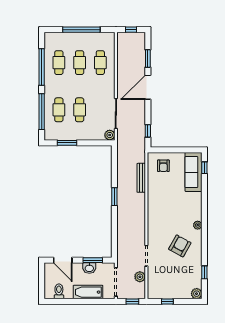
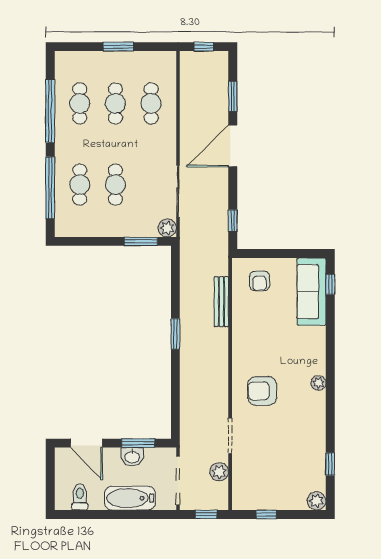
window: (81, 30) -> (118, 47), width x0.47
window: (67, 143) -> (141, 241), moved
armchair: (180, 246) -> (262, 391), moved, turned -119

